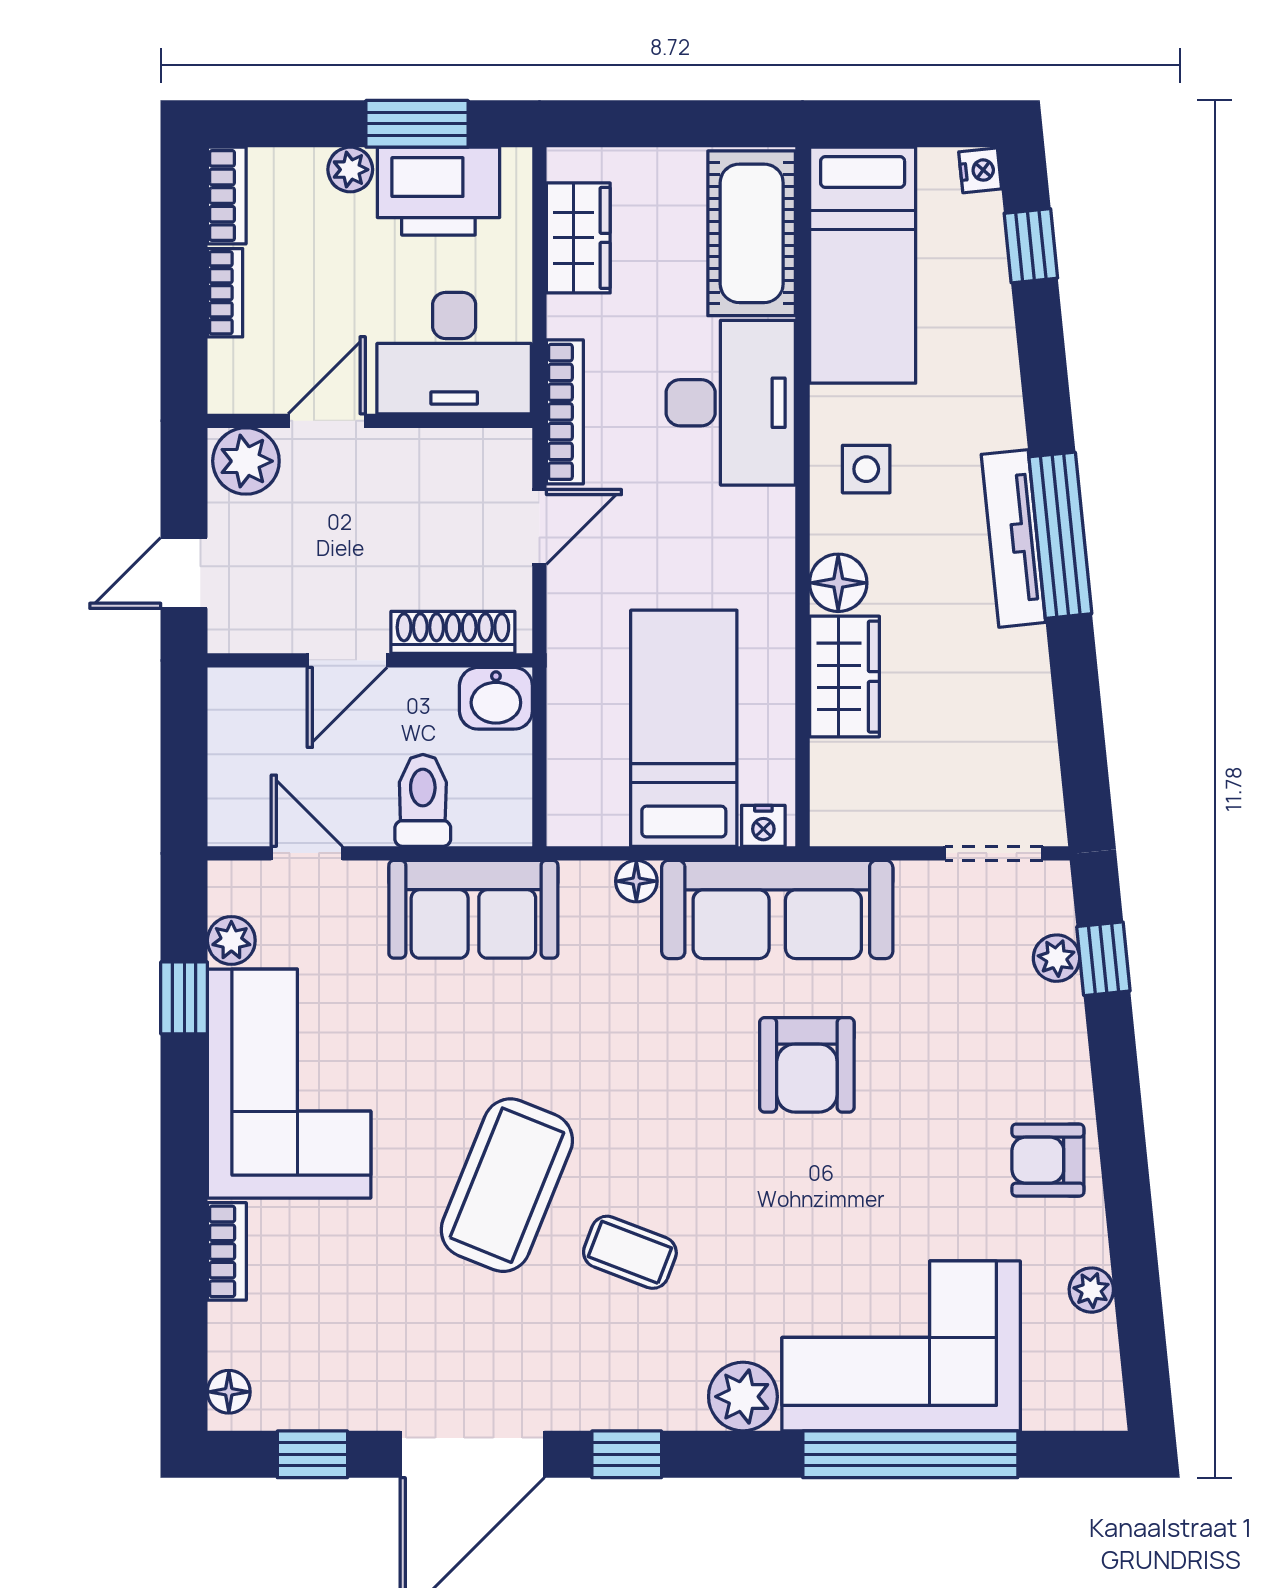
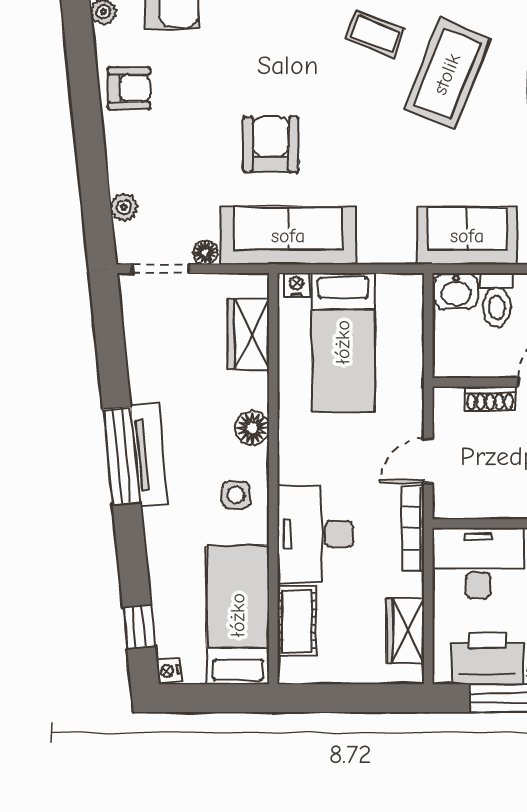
cot: (752, 233) -> (297, 621), width x0.73, depth x0.75
shoe rack: (453, 632) -> (490, 399), width x0.70
wardrobe: (844, 677) -> (249, 334), moved
washbasin: (496, 698) -> (456, 291), moved, turned 180
floor lamp: (636, 881) -> (205, 253), moved
window: (1103, 959) -> (96, 207), removed

